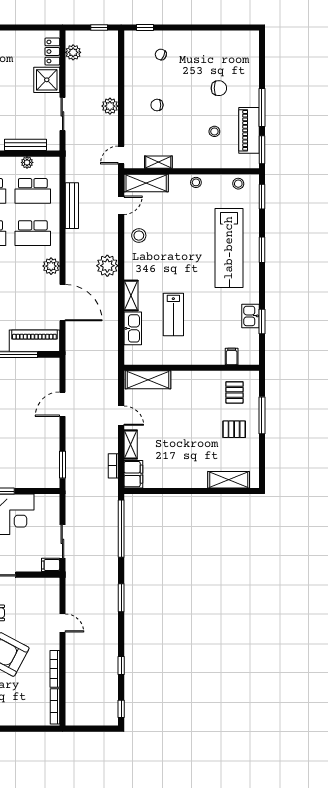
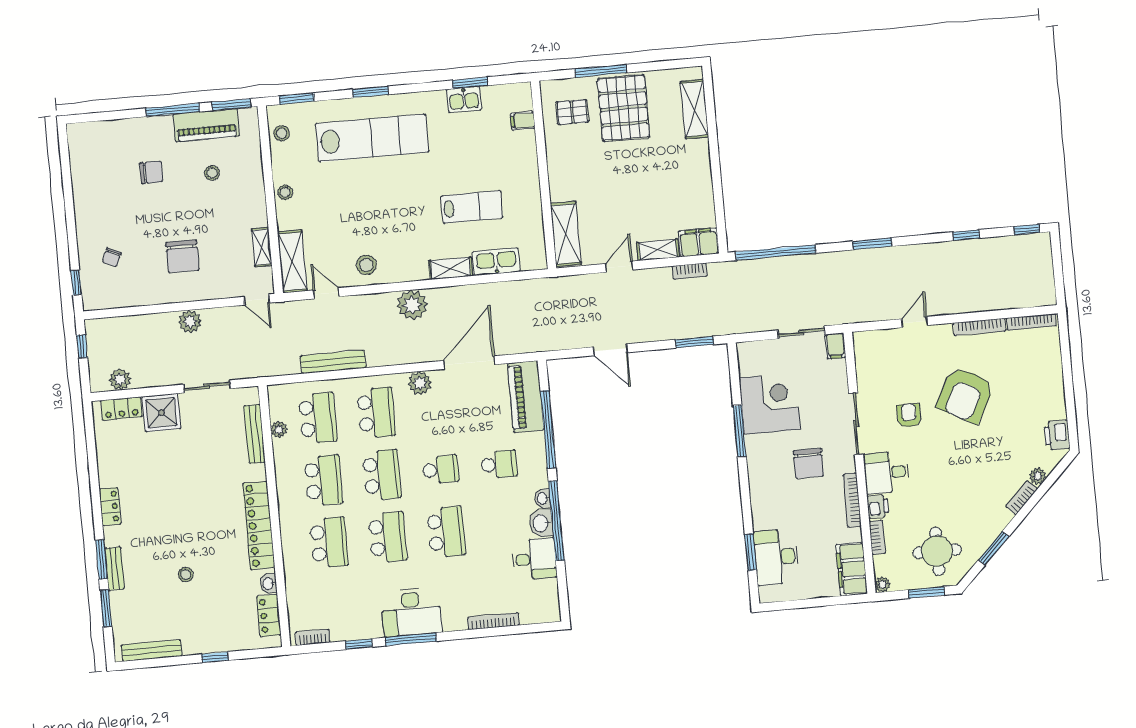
chair: (219, 88) -> (151, 172), turned 90
chair: (157, 105) -> (183, 256), width x1.87, depth x1.87
pallet: (234, 429) -> (623, 108), width x2.05, depth x2.00

